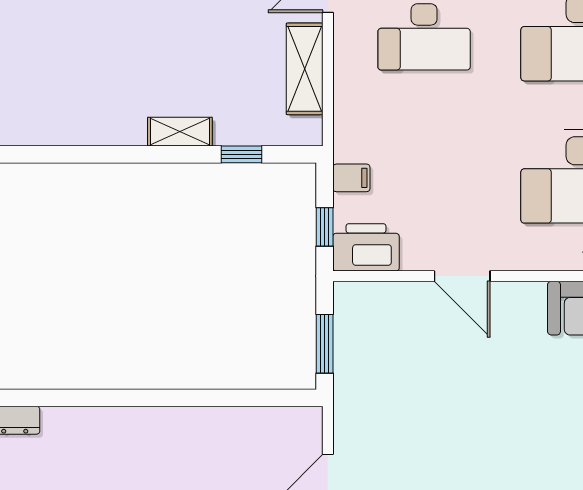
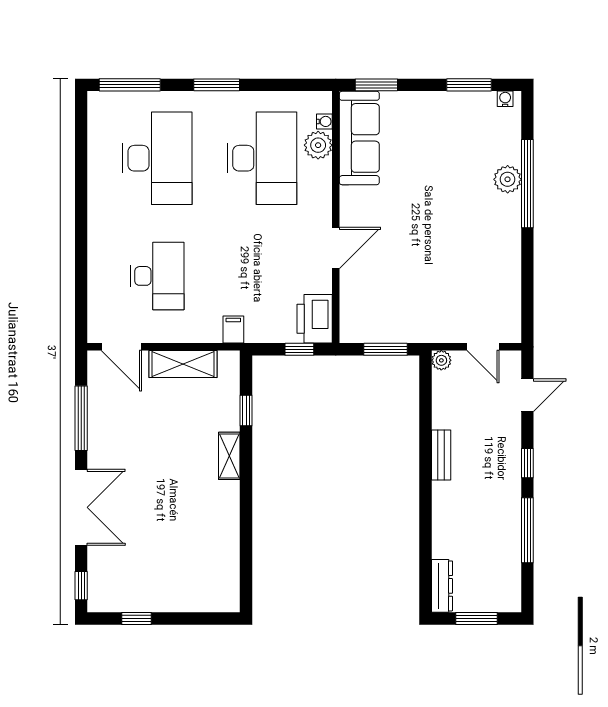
filing cabinet: (351, 178) -> (233, 330), moved
bench: (181, 419) -> (441, 455), added
plant: (310, 419) -> (441, 360), added

